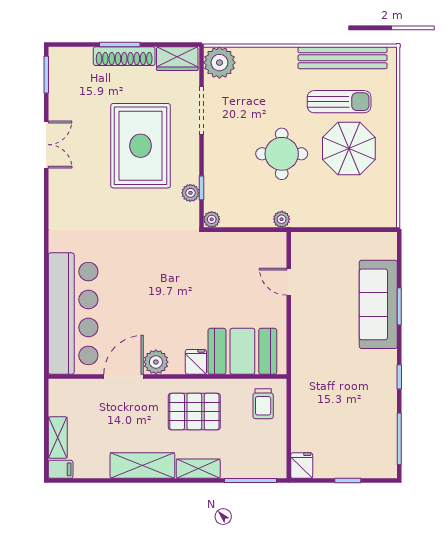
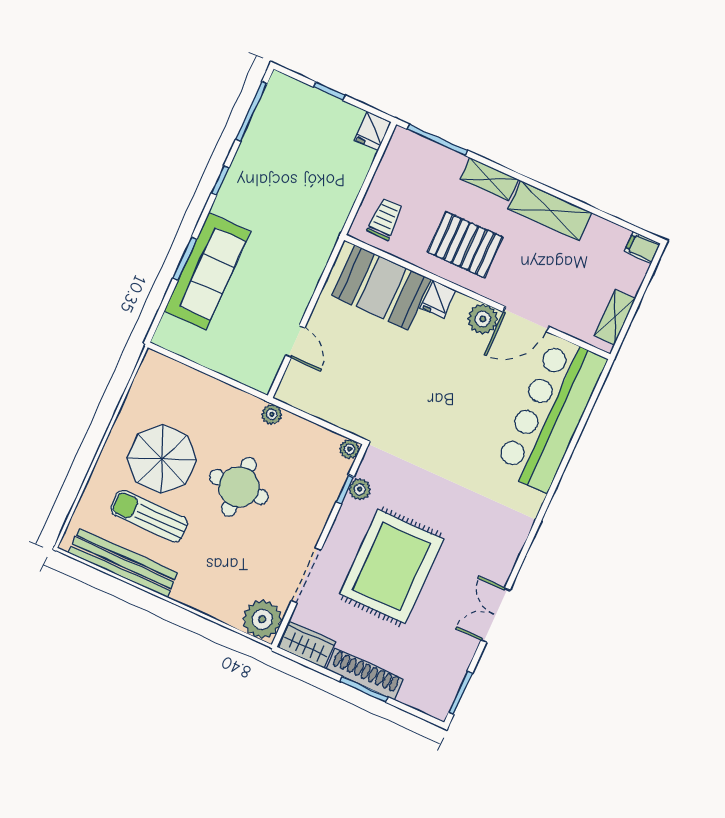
shelving: (58, 438) -> (615, 317), moved

